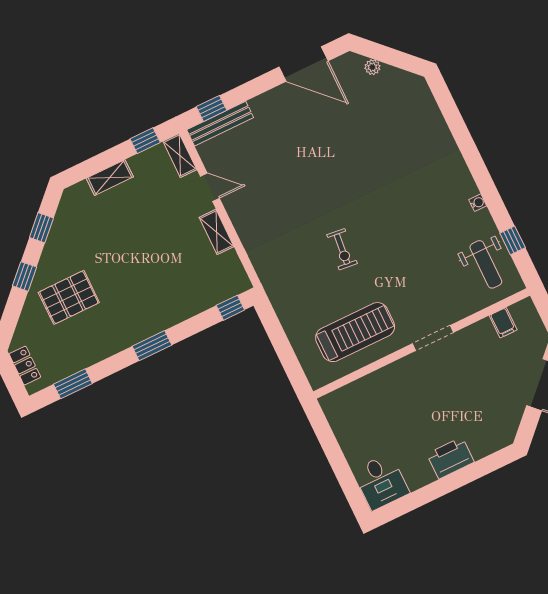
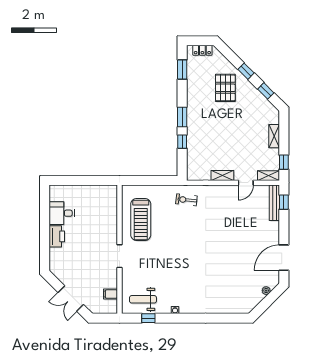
exercise bike: (342, 249) -> (186, 200), moved
window: (230, 308) -> (182, 142), moved
desk: (381, 482) -> (62, 213), moved

